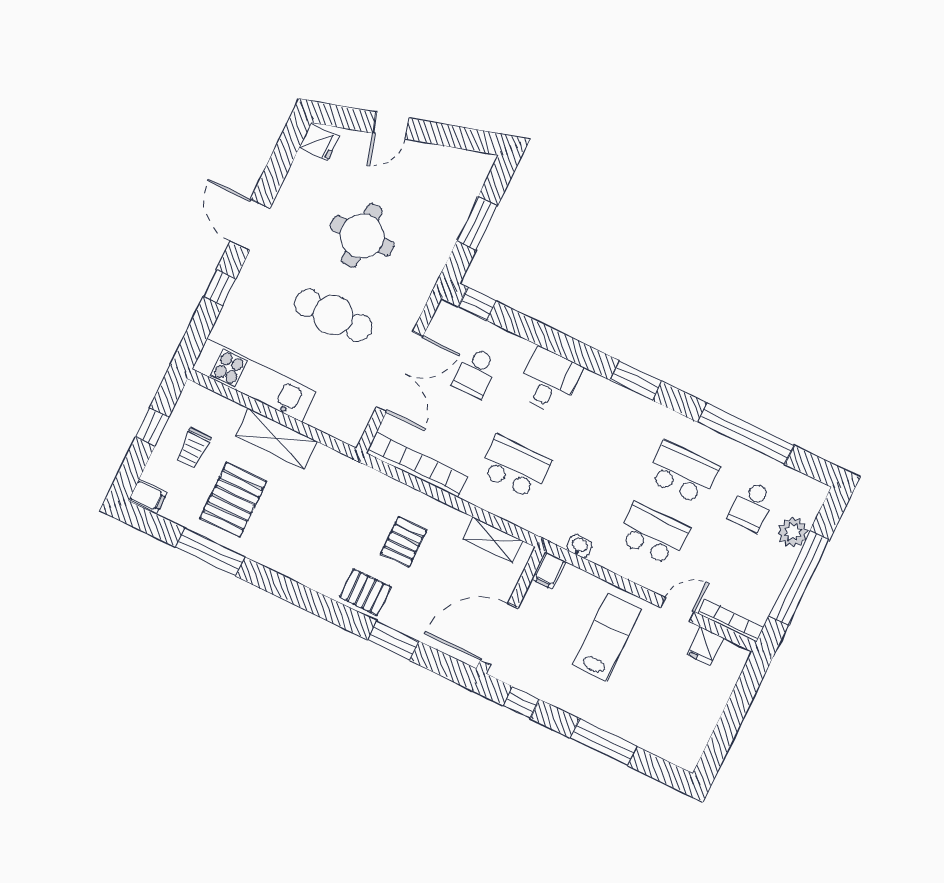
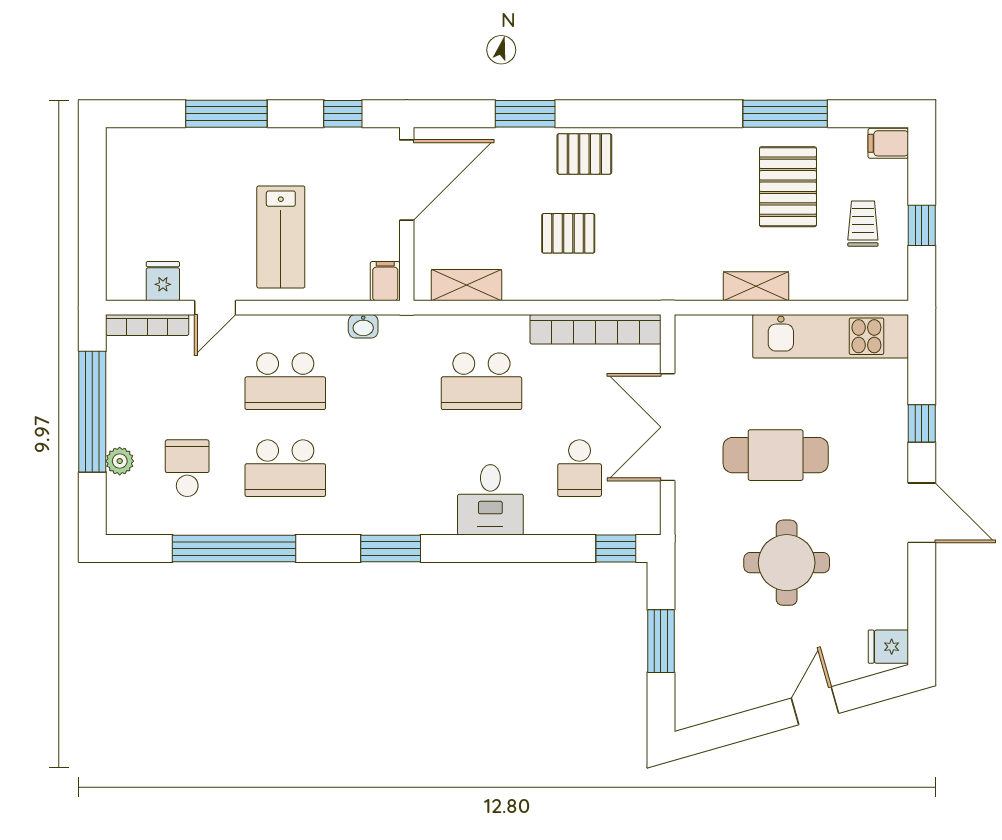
school desk: (476, 373) -> (580, 468), turned 180
shelving: (276, 439) -> (756, 286), width x0.67, depth x0.75
plant: (793, 532) -> (120, 461), width x0.73, depth x0.73
pallet: (404, 542) -> (568, 233), turned 90

